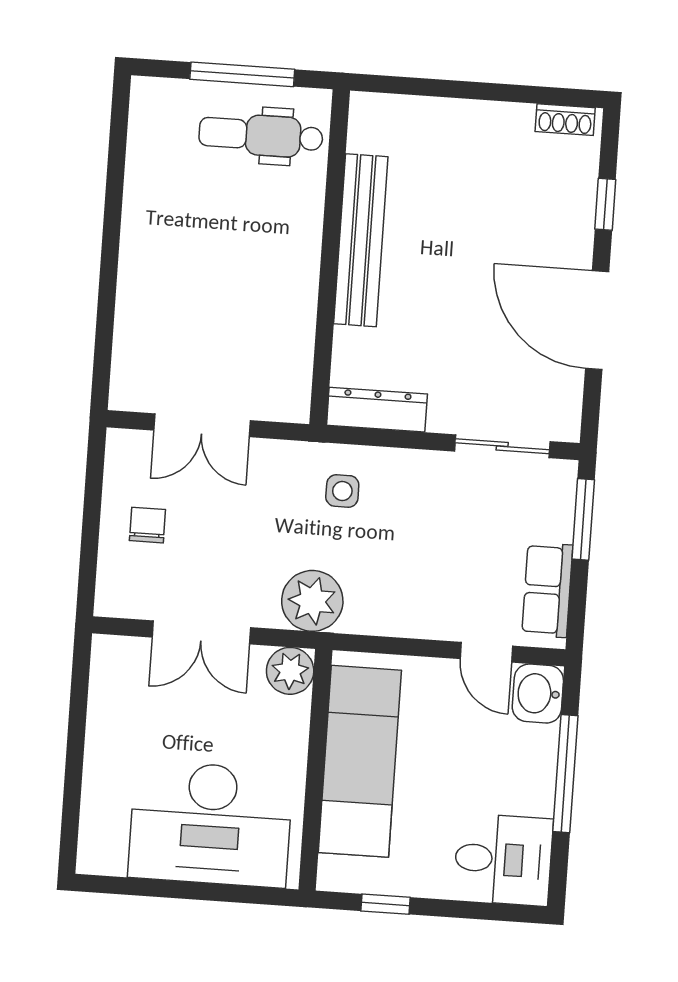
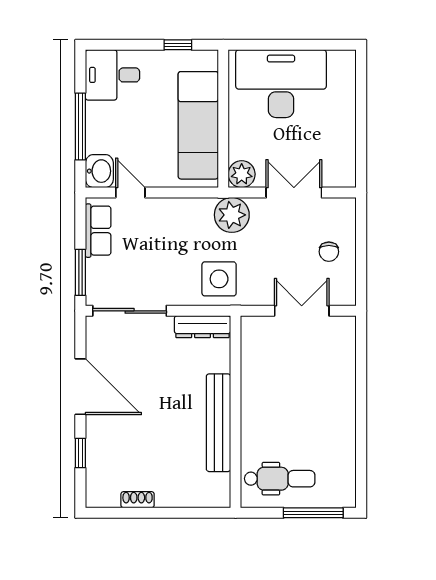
window: (242, 74) -> (313, 513), moved
shoe rack: (565, 120) -> (138, 500), moved
sliding door: (502, 446) -> (130, 311), width x1.37
side table: (342, 491) -> (219, 279), width x1.87, depth x1.87

